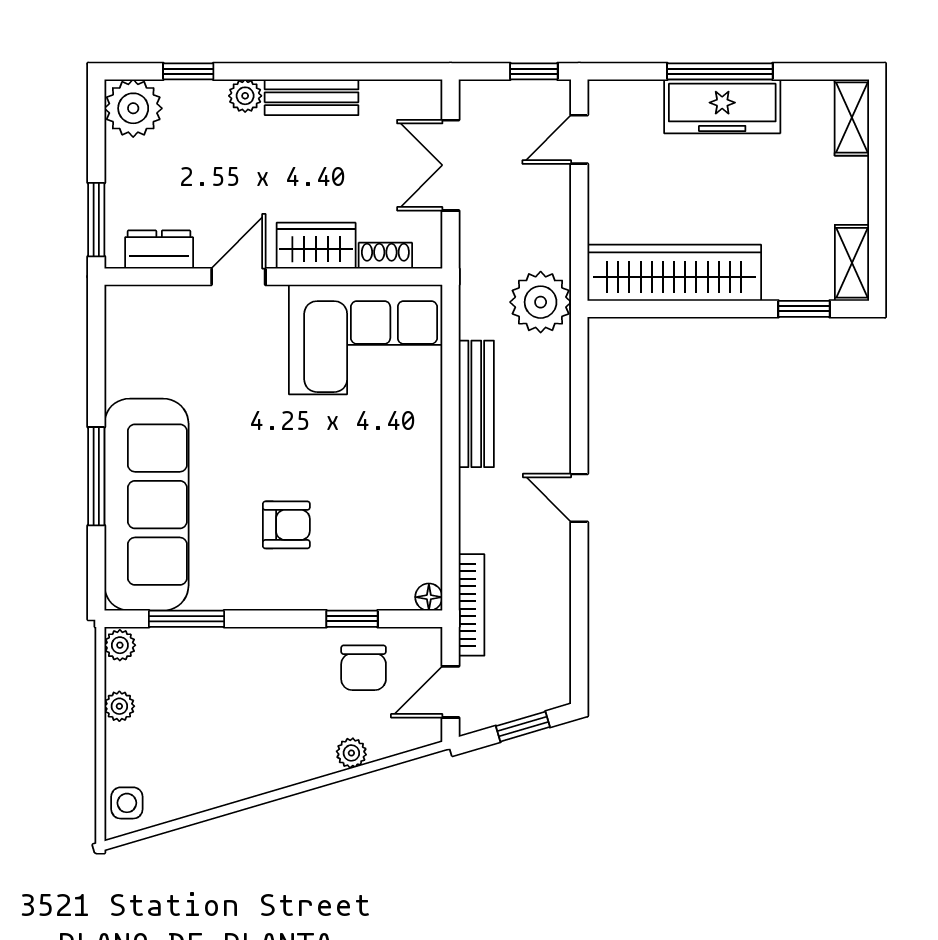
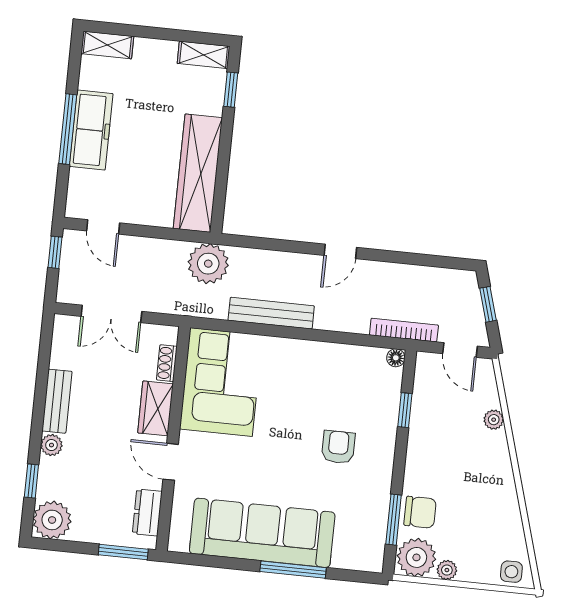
sofa: (146, 505) -> (262, 533), moved
plant: (120, 645) -> (416, 557), width x1.88, depth x1.88
chair: (364, 668) -> (420, 512), moved

